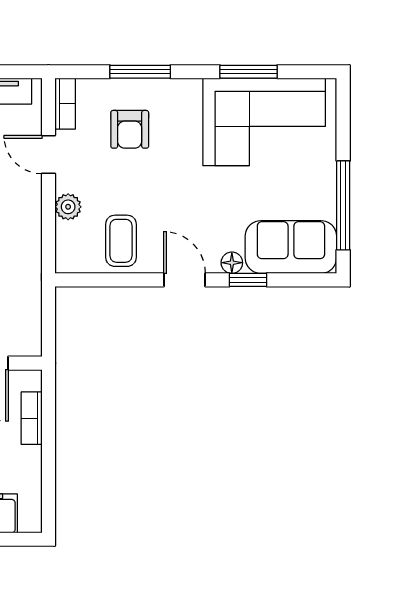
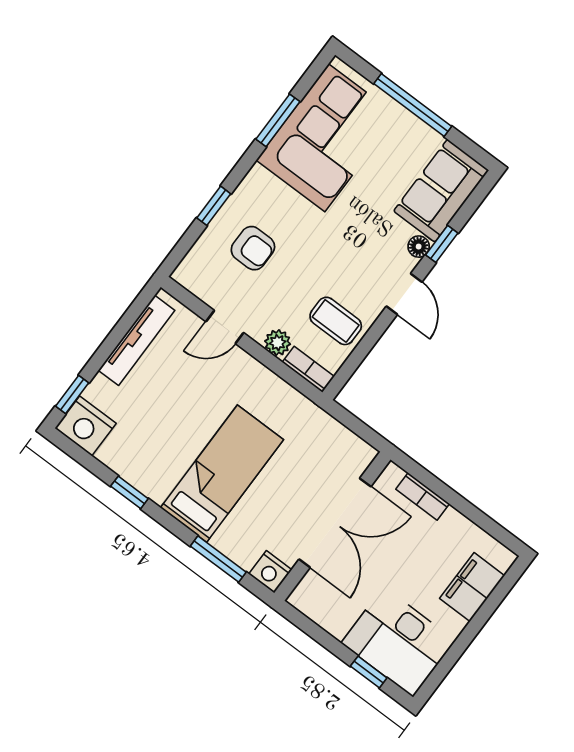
window: (140, 72) -> (214, 206), width x0.67
bookcase: (65, 104) -> (308, 369), moved
window: (343, 205) -> (413, 105), moved
door: (184, 280) -> (404, 294), swing flipped

